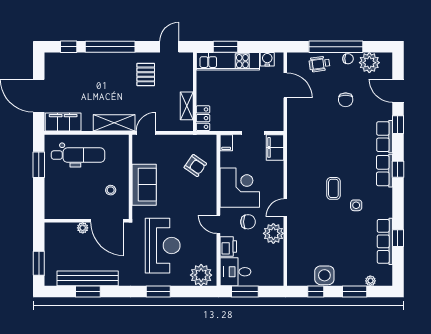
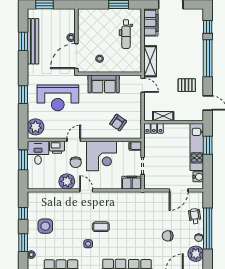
dental chair: (78, 155) -> (126, 34), width x0.73, depth x0.72
side table: (324, 275) -> (45, 226), moved

